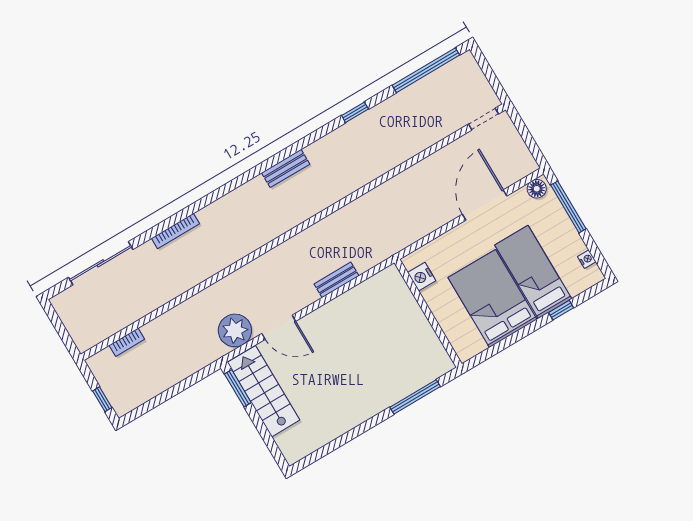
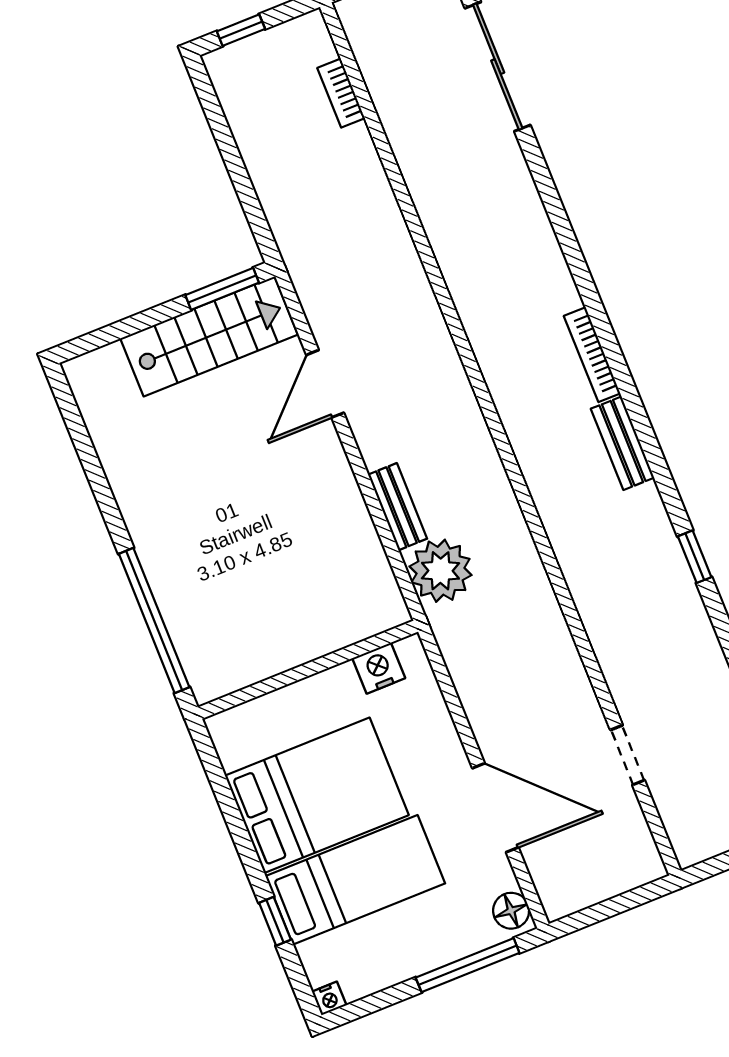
window: (355, 112) -> (695, 557), moved
doorway: (483, 119) -> (627, 755), moved
bookcase: (175, 231) -> (592, 355), moved
nightstand: (587, 259) -> (329, 998), moved
plant: (235, 330) -> (441, 571), moved
window: (415, 397) -> (154, 621), width x1.46

